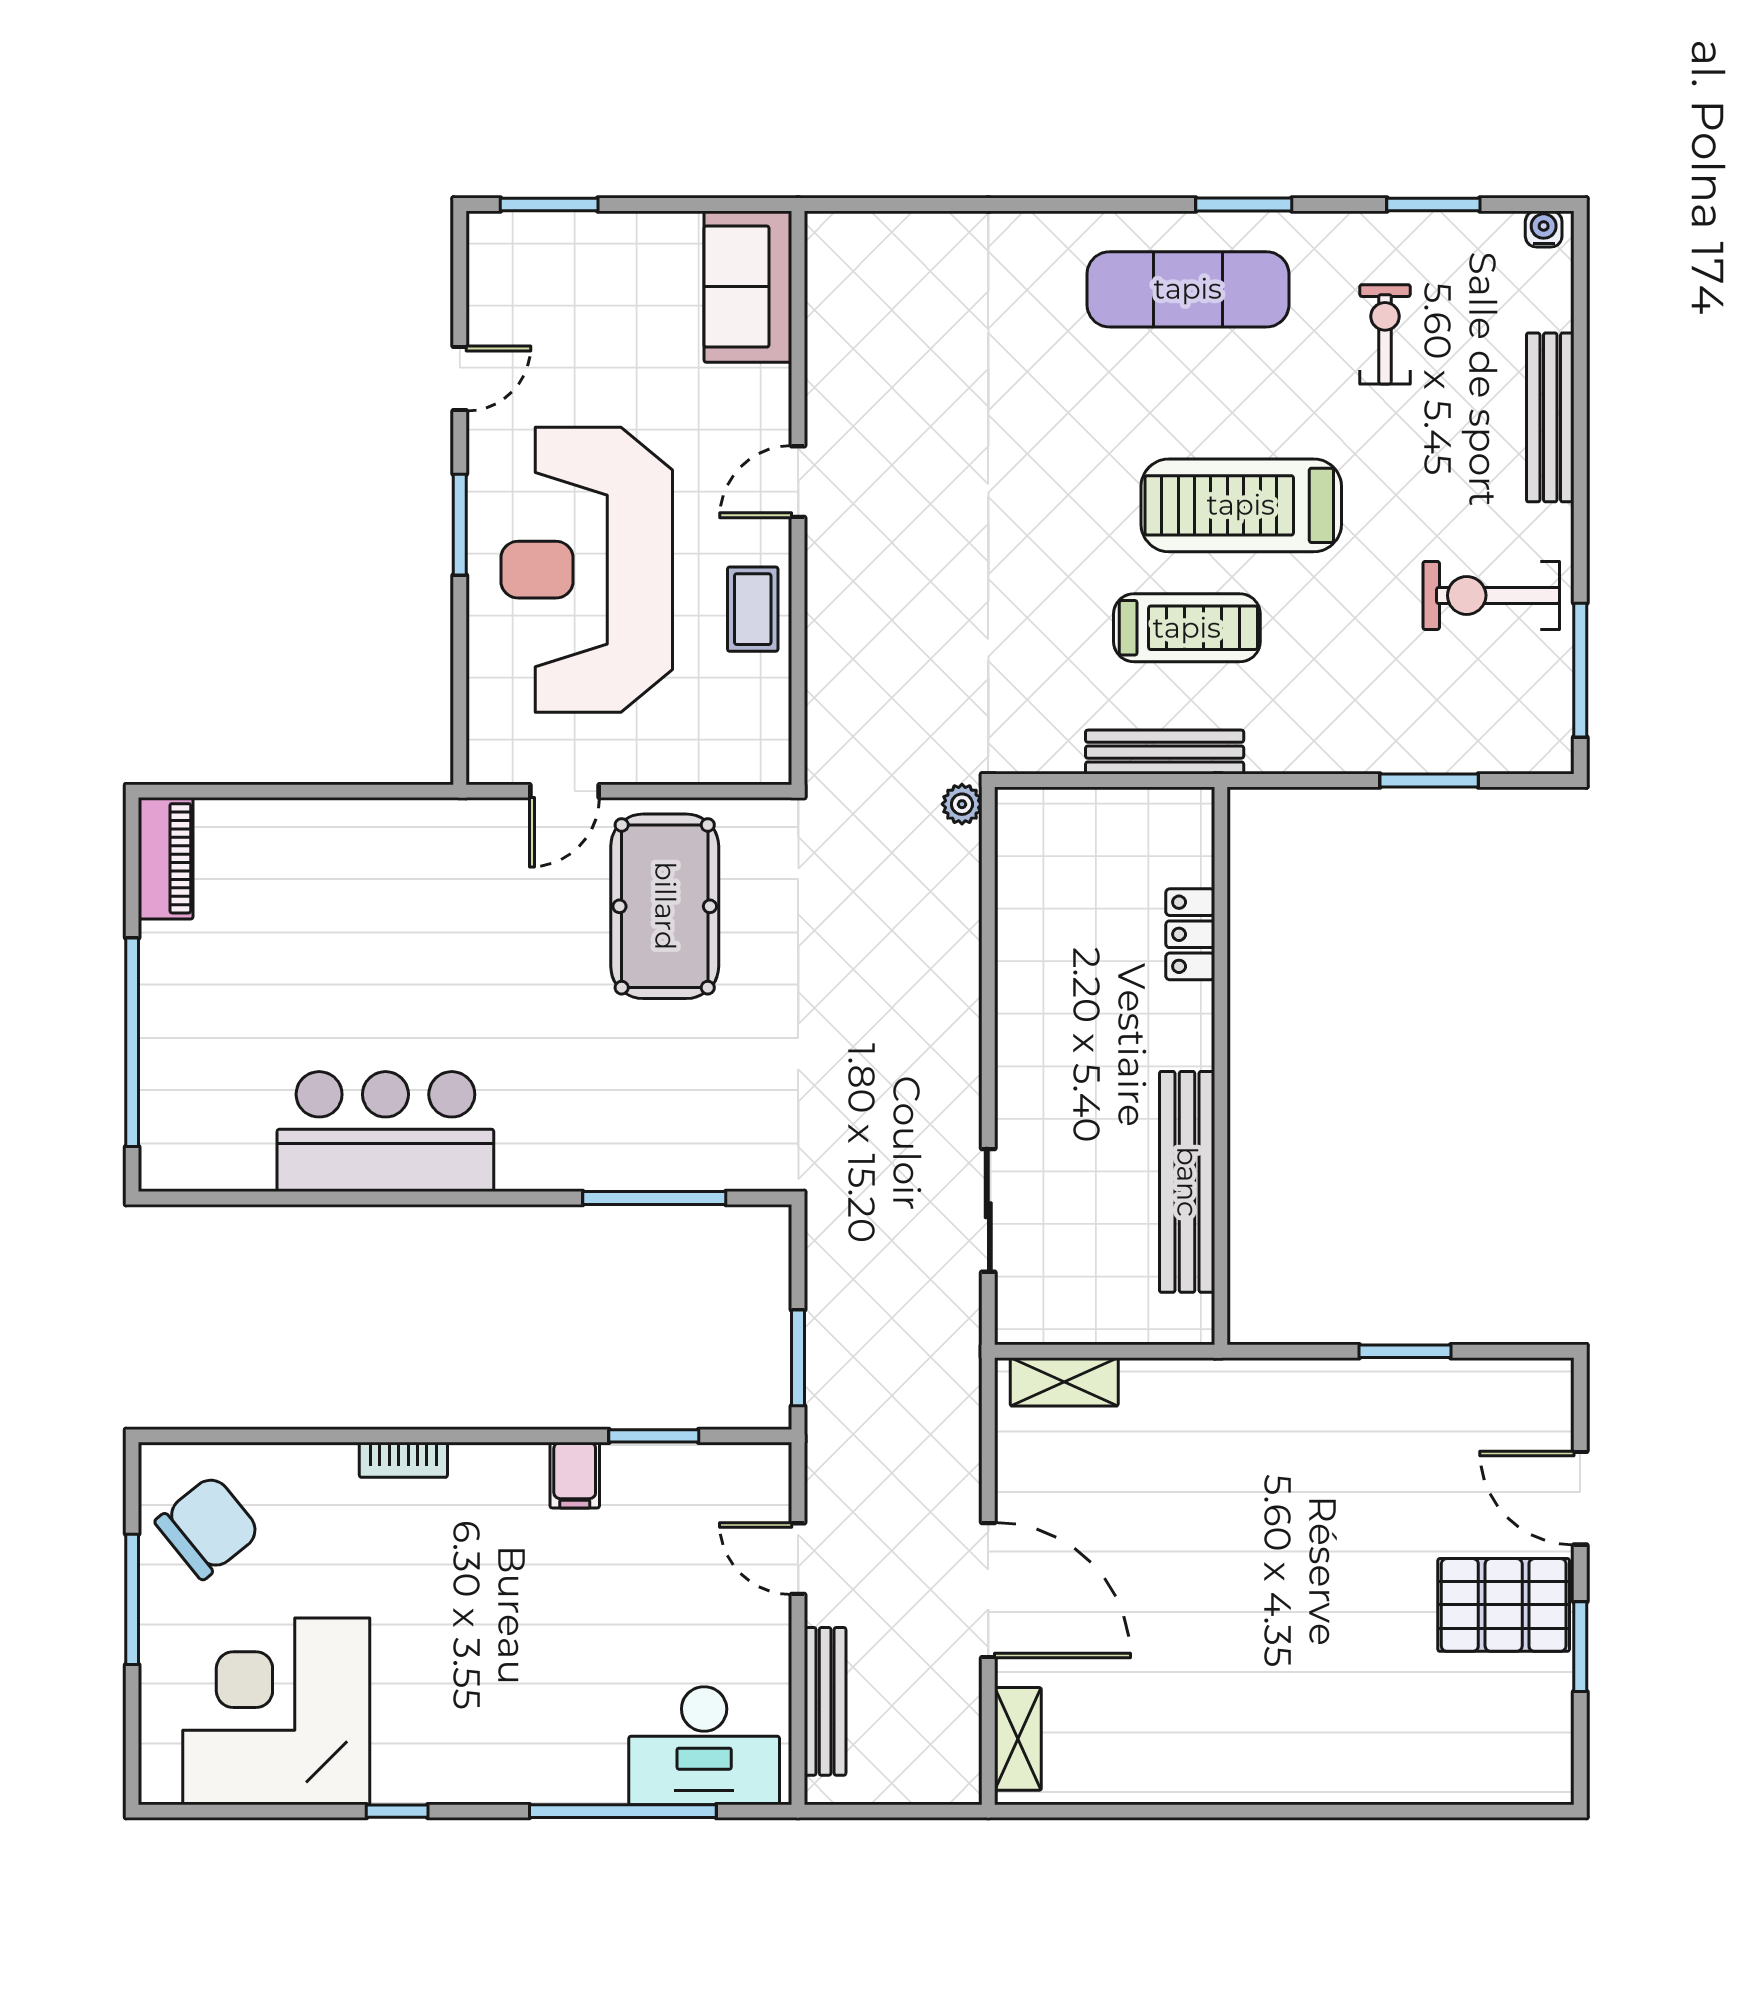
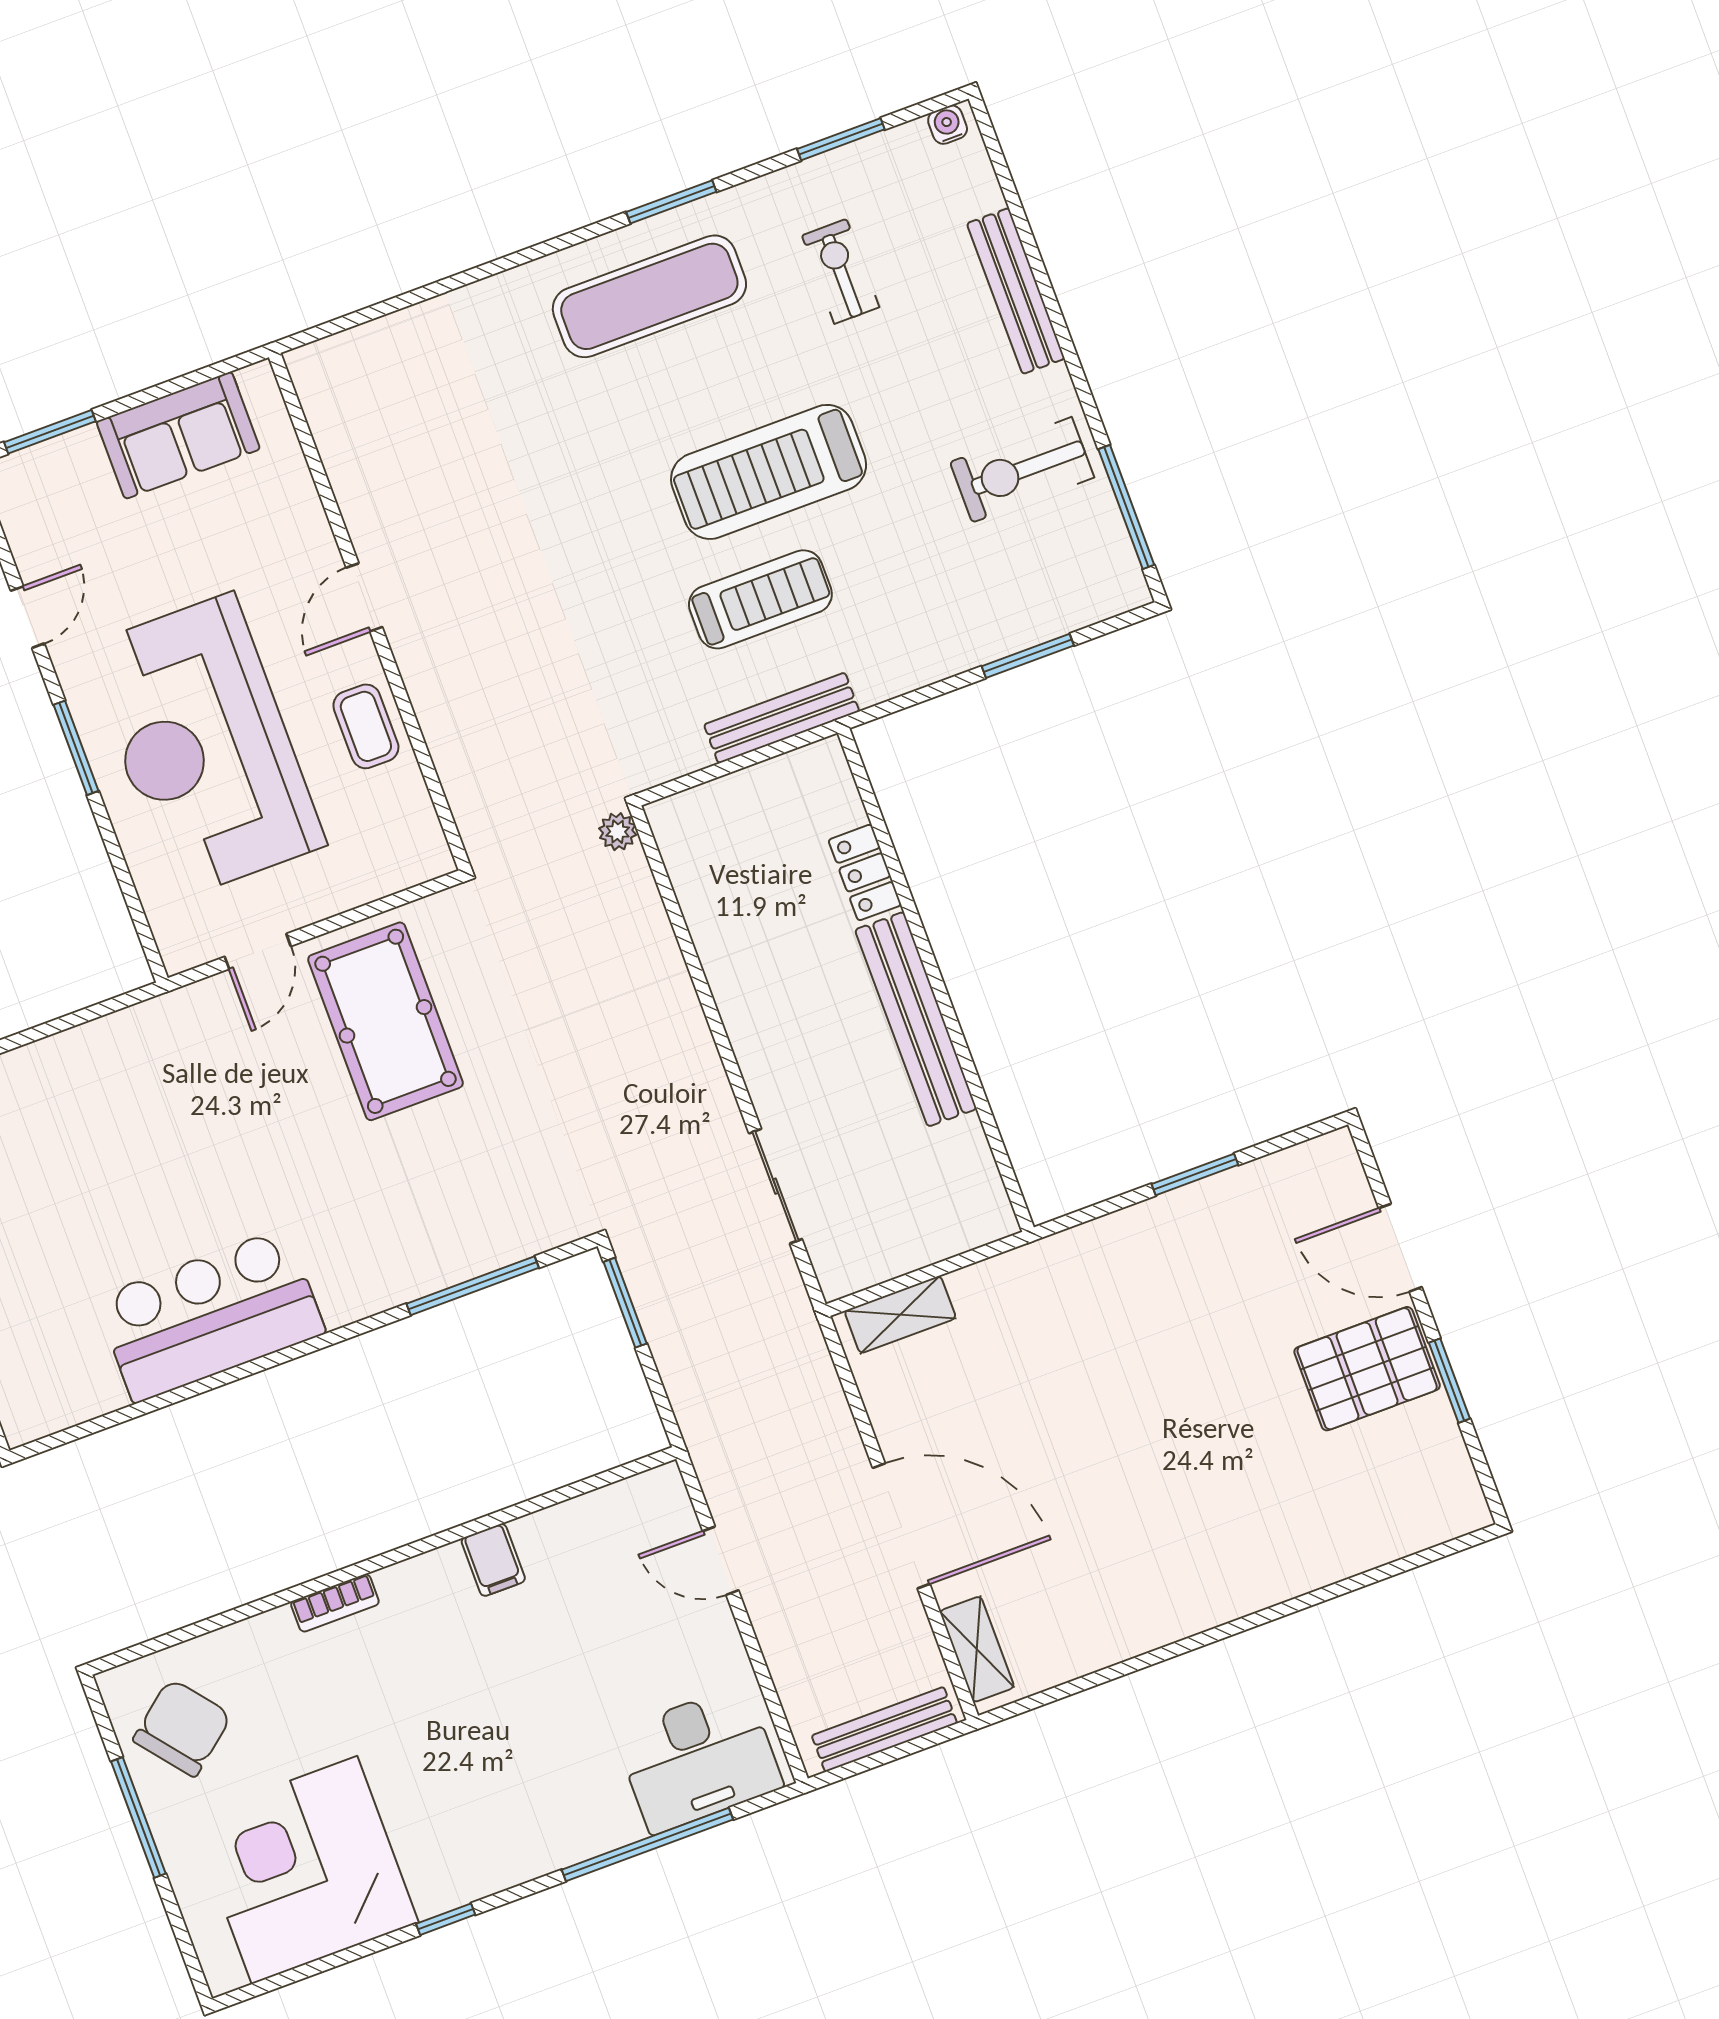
sofa: (748, 287) -> (178, 435), moved, turned -90
bench: (1187, 1182) -> (916, 1019), moved
window: (798, 1358) -> (625, 1303), moved
window: (654, 1436) -> (551, 1499), removed
bench: (825, 1701) -> (884, 1729), moved, turned 90

